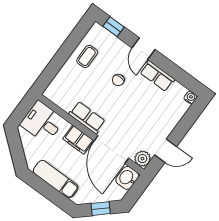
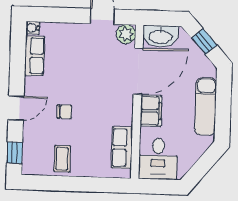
coffee table: (87, 56) -> (62, 159), turned 90
row of seats: (157, 76) -> (35, 56), moved
row of seats: (87, 118) -> (122, 148), moved
washbasin: (127, 178) -> (160, 36), width x1.38

